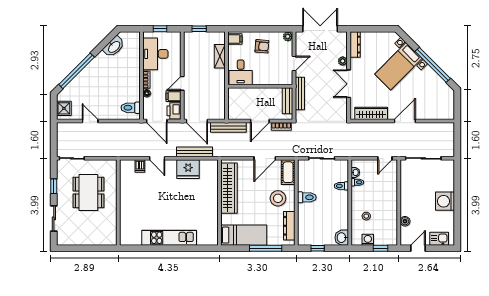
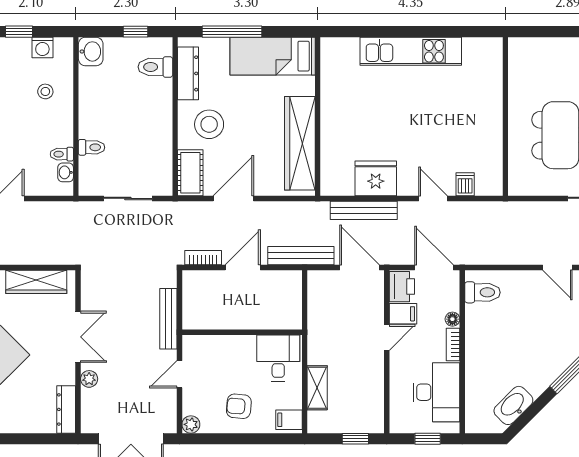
bench: (287, 101) -> (191, 305), removed
toilet: (307, 197) -> (155, 67), moved

